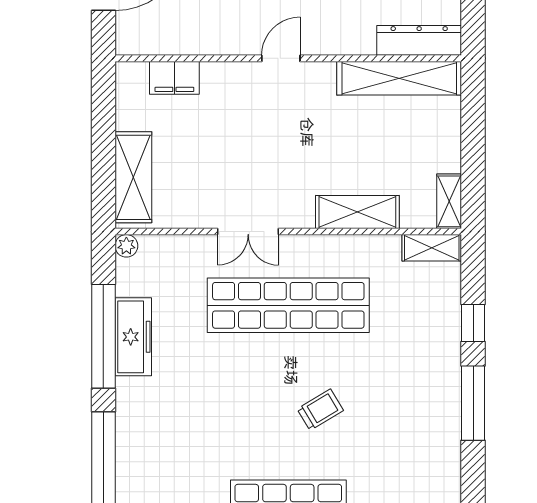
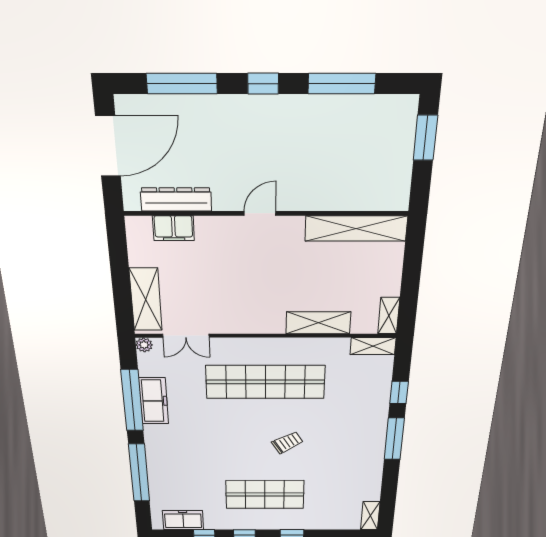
dresser: (419, 40) -> (176, 199), moved
double door: (248, 232) -> (186, 336), moved

